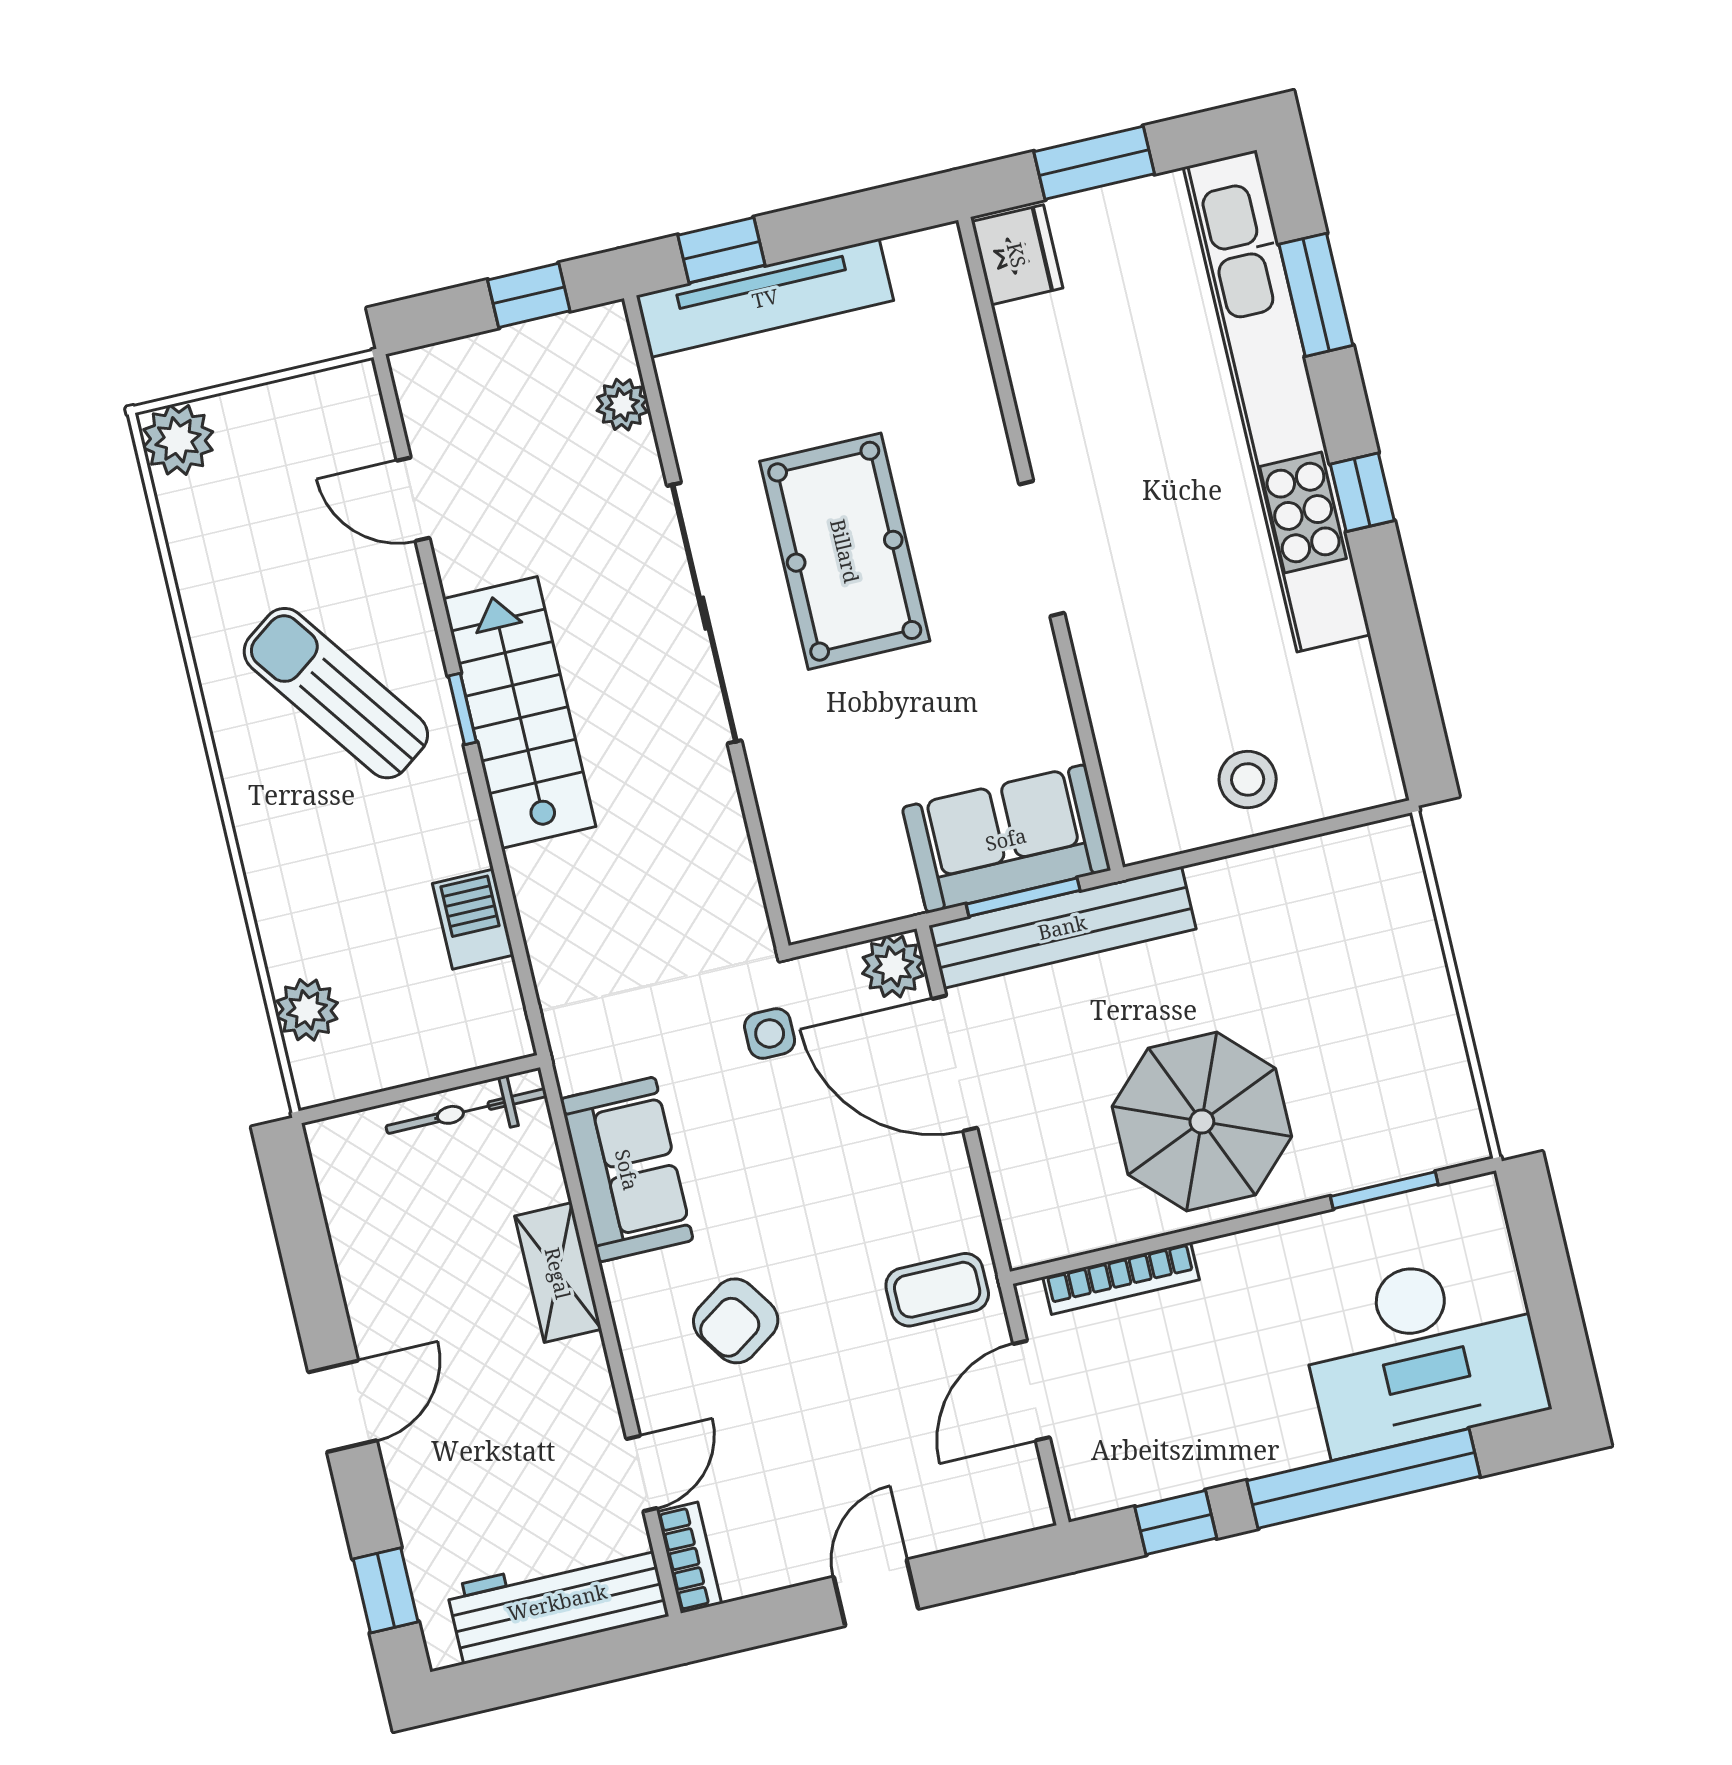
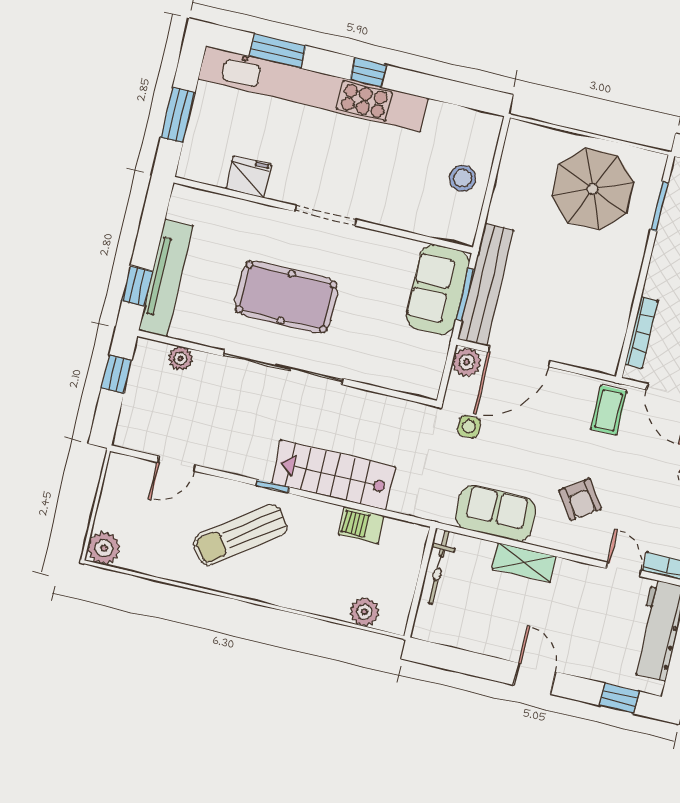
fridge: (1017, 255) -> (248, 177), moved
stairs: (519, 713) -> (333, 475), moved
parasol: (1202, 1121) -> (593, 189), moved

